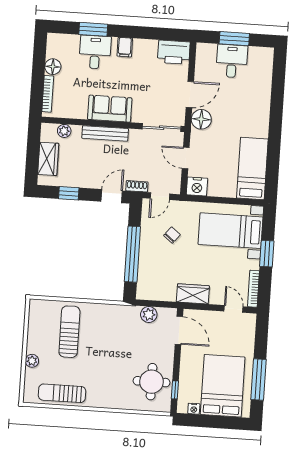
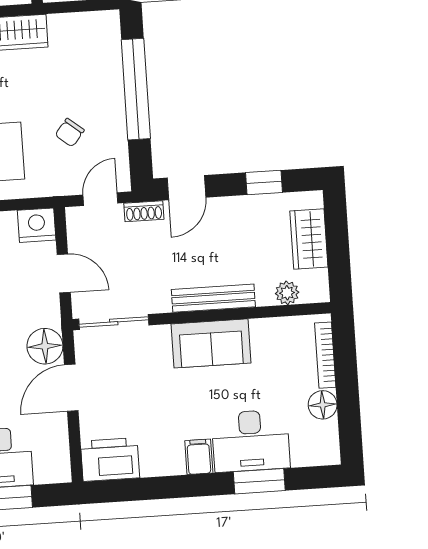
desk: (95, 52) -> (251, 441), width x1.37

